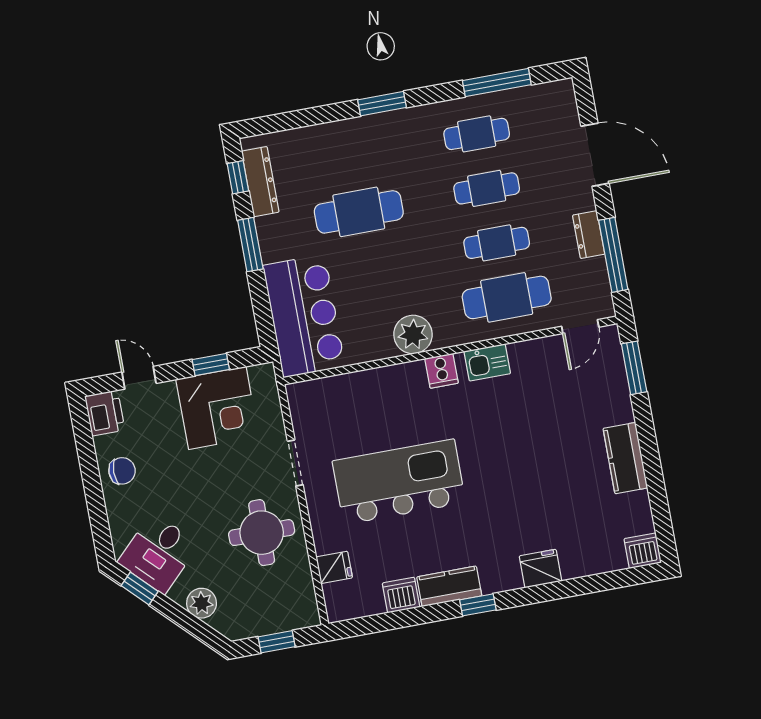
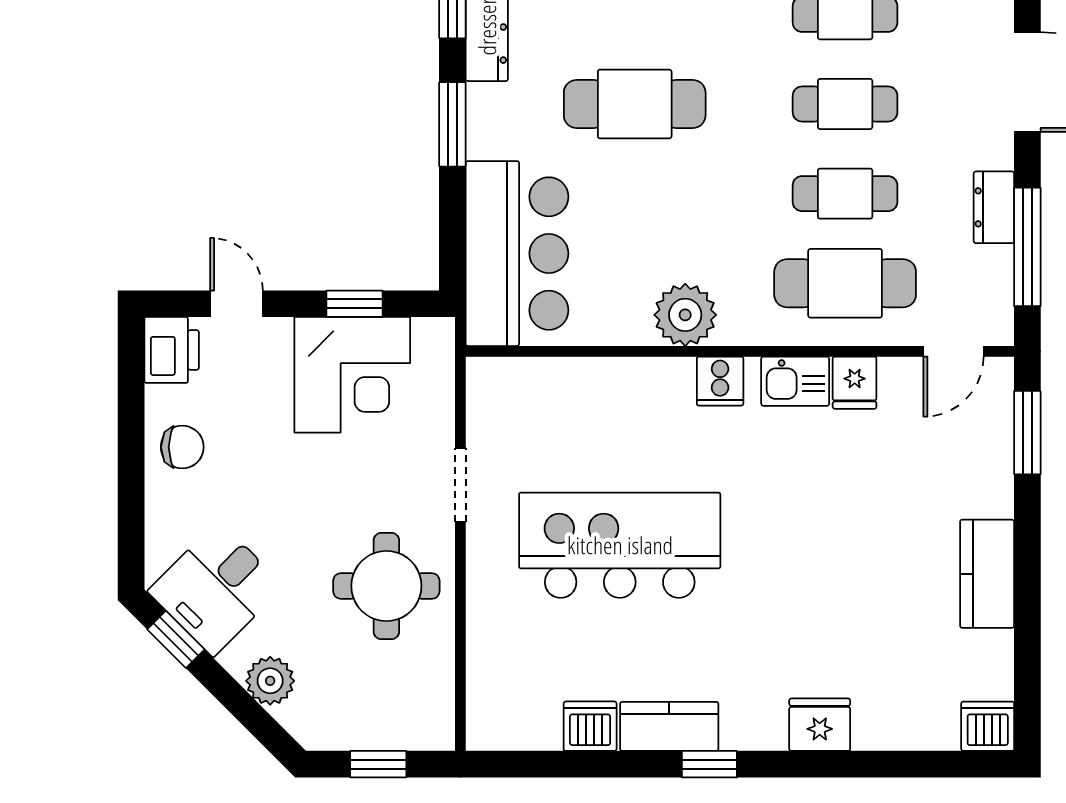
fridge: (334, 567) -> (855, 383), moved, turned 90

